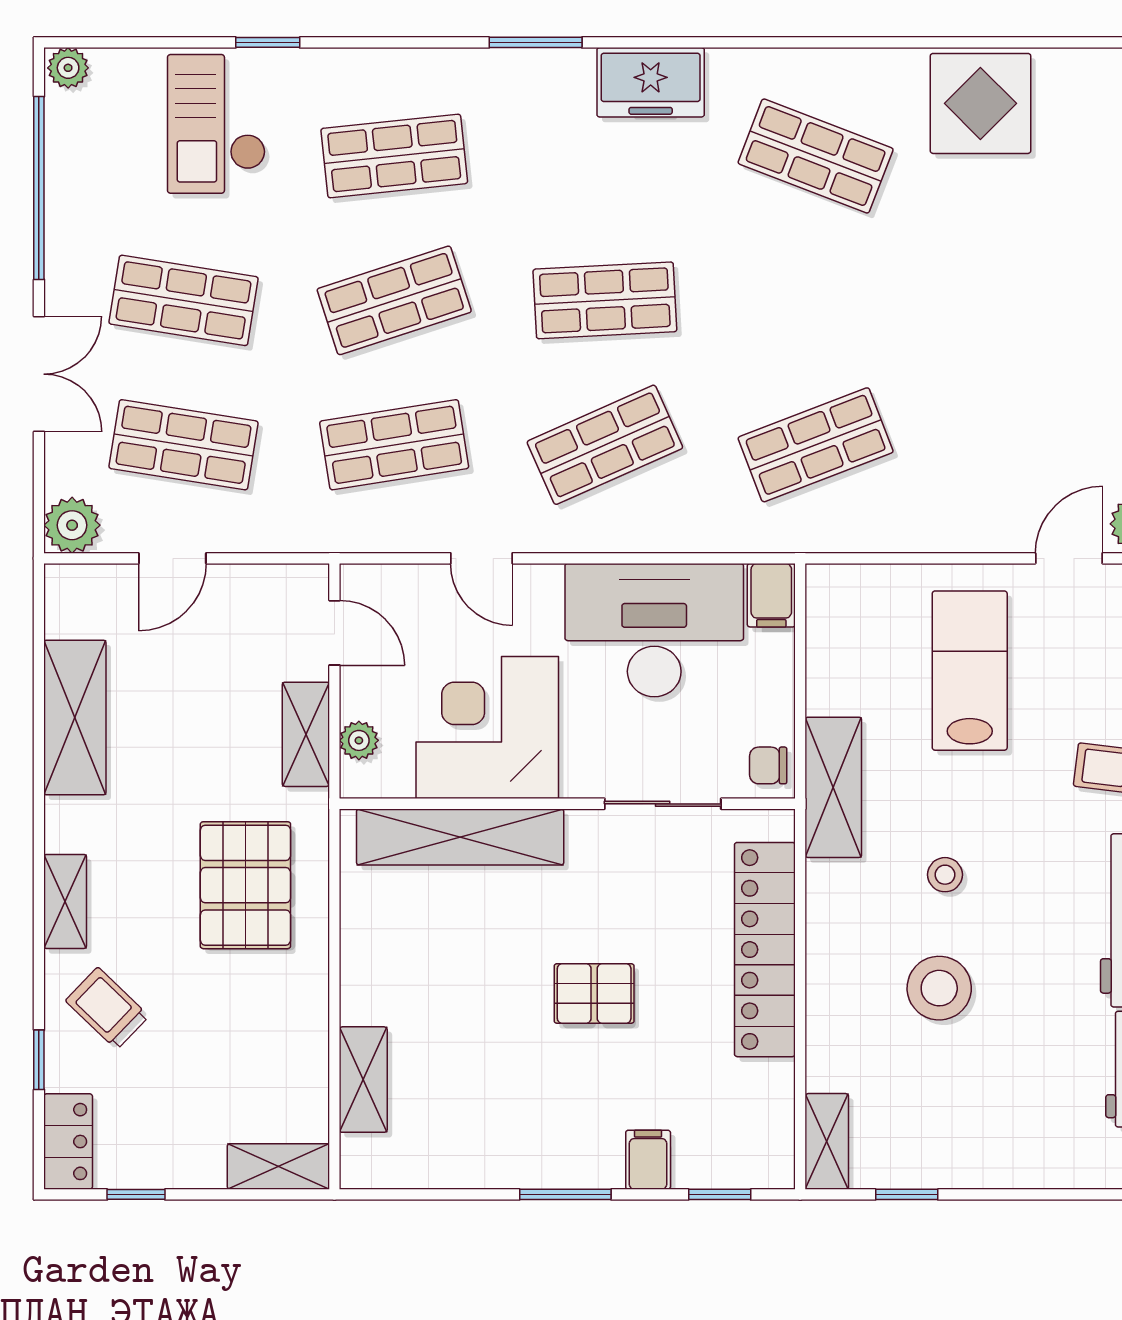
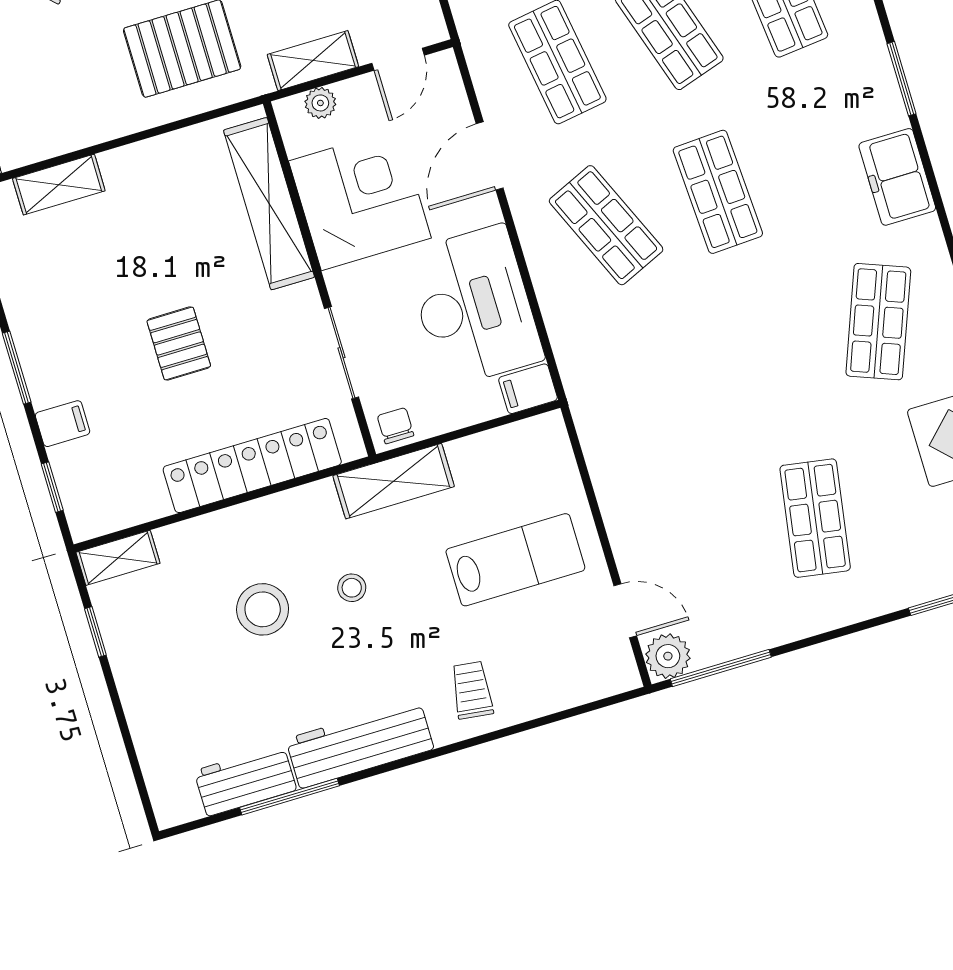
shop shelf: (816, 445) -> (815, 518), moved, turned 30
door: (482, 558) -> (490, 156), width x1.37

